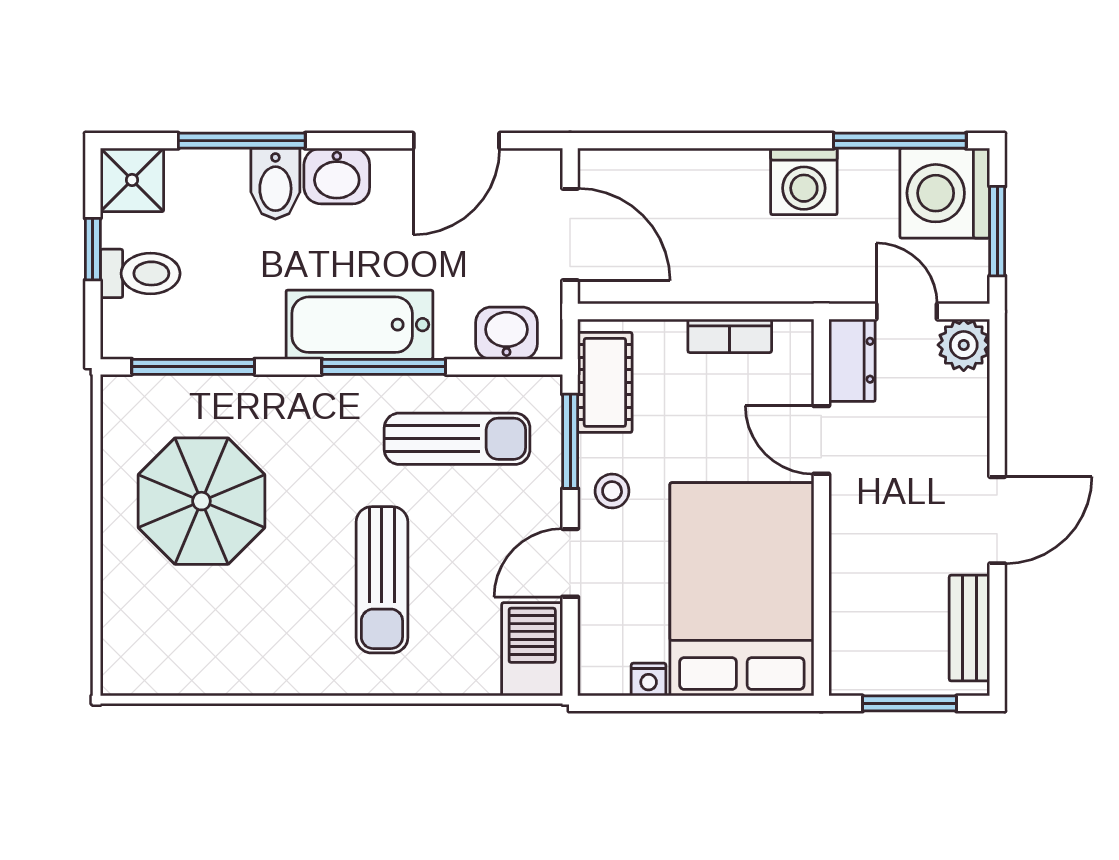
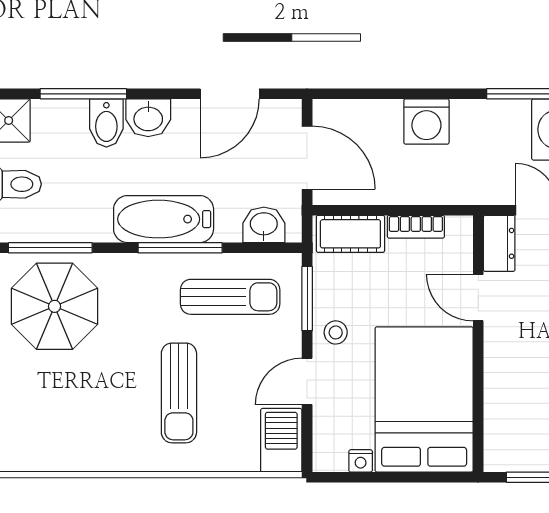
washing machine: (804, 181) -> (426, 122), moved
cot: (605, 382) -> (350, 234), moved, turned 90
parasol: (201, 501) -> (55, 306), moved

